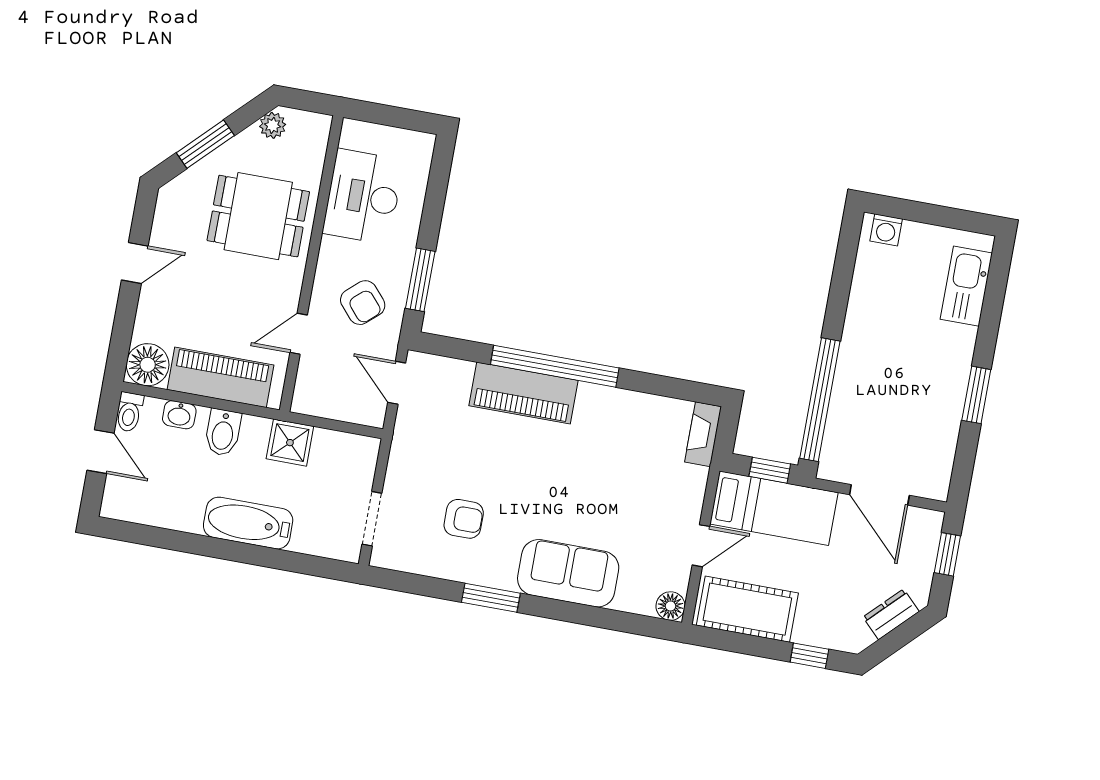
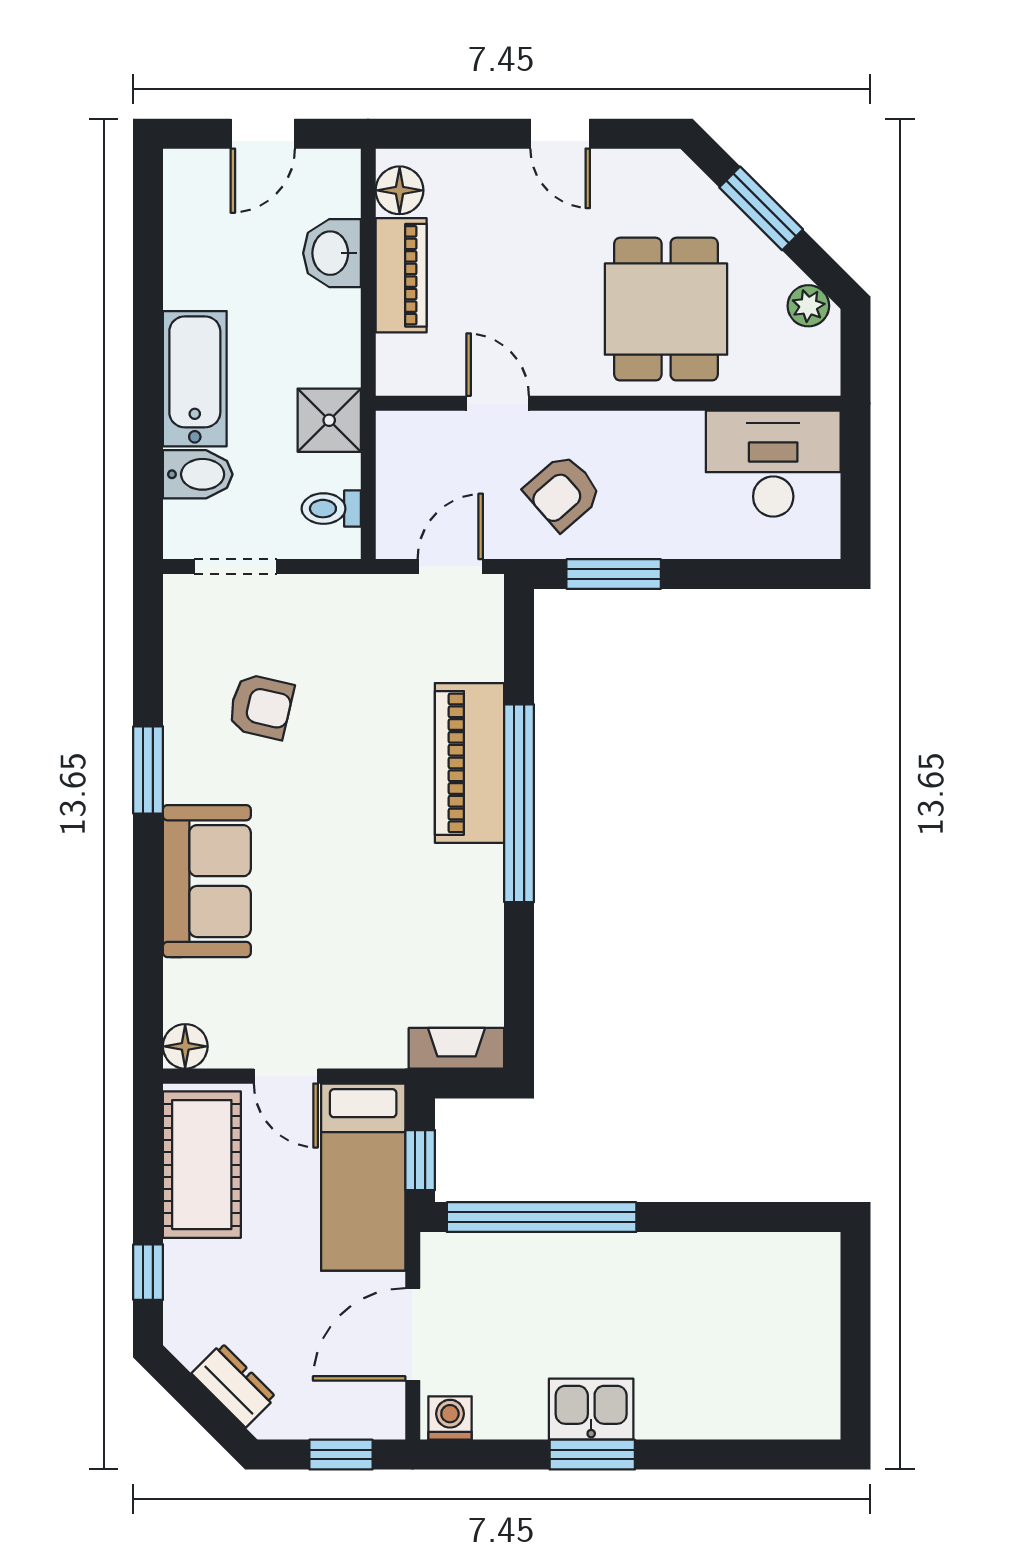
desk: (363, 197) -> (773, 464), moved
washing machine: (886, 230) -> (450, 1418), moved, turned 90
kitchen sink: (966, 286) -> (591, 1409), moved, width x0.73
floor lamp: (148, 365) -> (400, 190), width x0.73, depth x0.73
piano: (220, 377) -> (401, 275), width x0.73, depth x0.75
toilet: (129, 412) -> (331, 509), moved
washbasin: (179, 415) -> (332, 253), width x1.38, depth x1.45
bidet: (223, 432) -> (198, 474), moved, turned 180
armchair: (464, 519) -> (261, 706), turned -77

